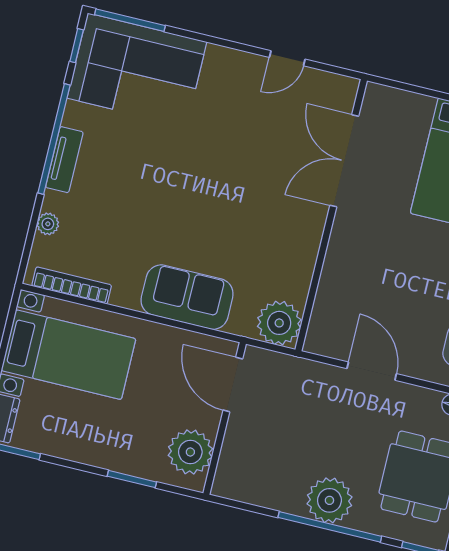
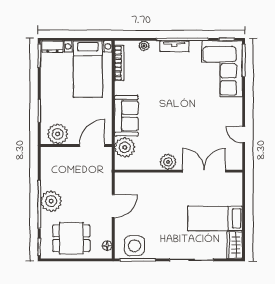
plant: (306, 232) -> (168, 162), added
plant: (279, 323) -> (125, 147), moved

